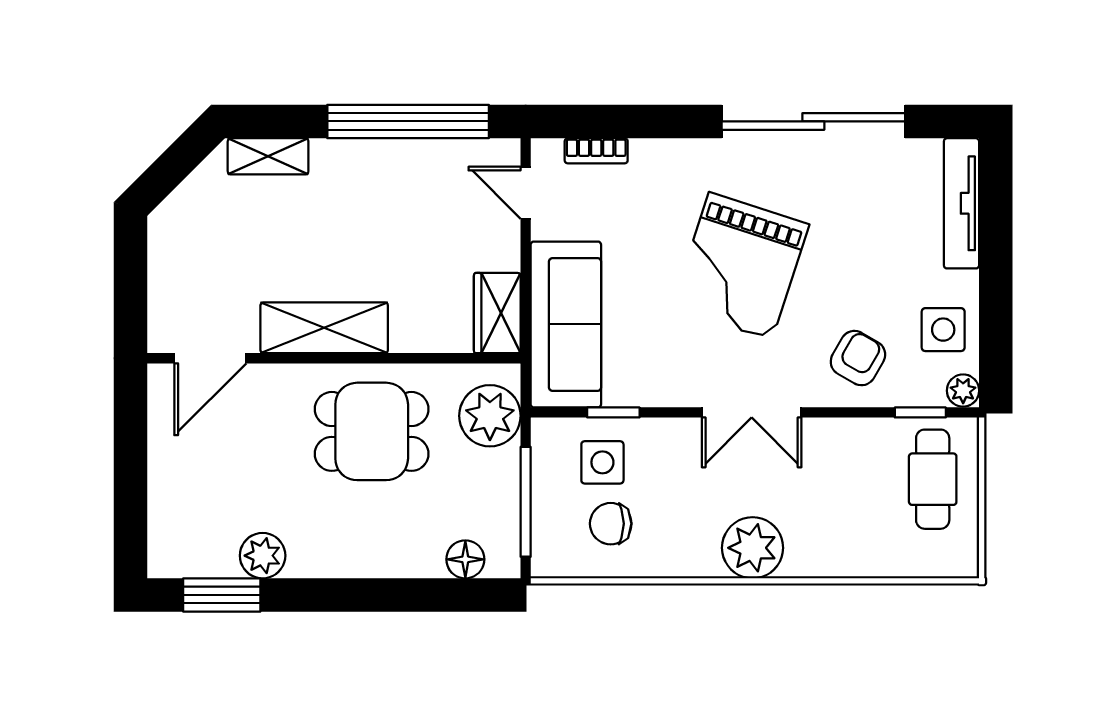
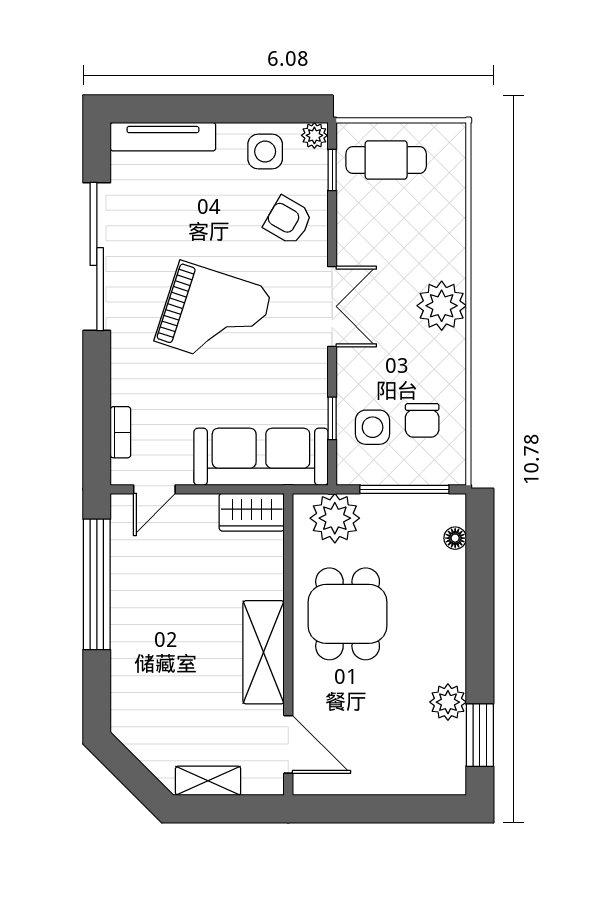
shelving: (268, 156) -> (208, 781), moved, turned 90
floor lamp: (465, 559) -> (455, 538), width x0.73, depth x0.73

